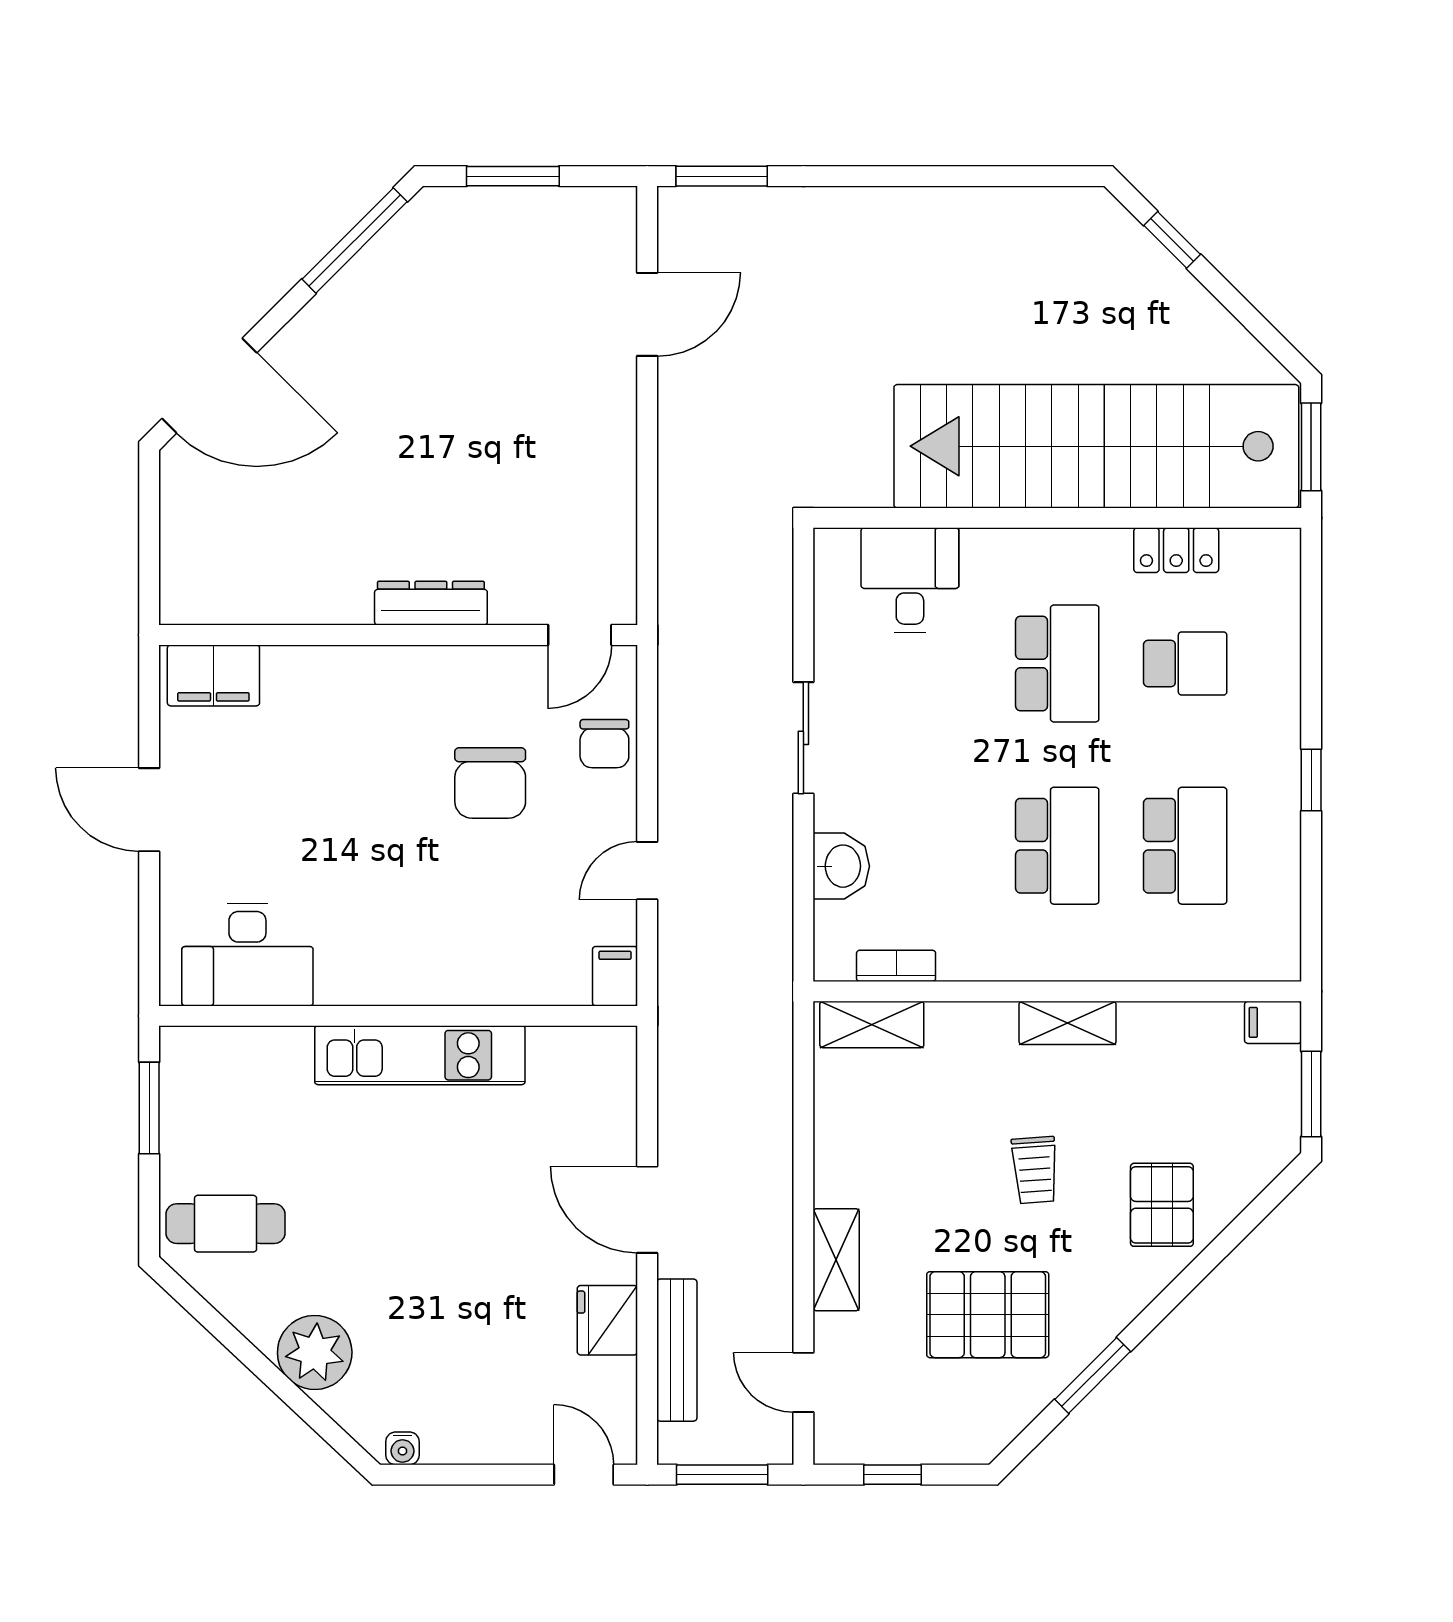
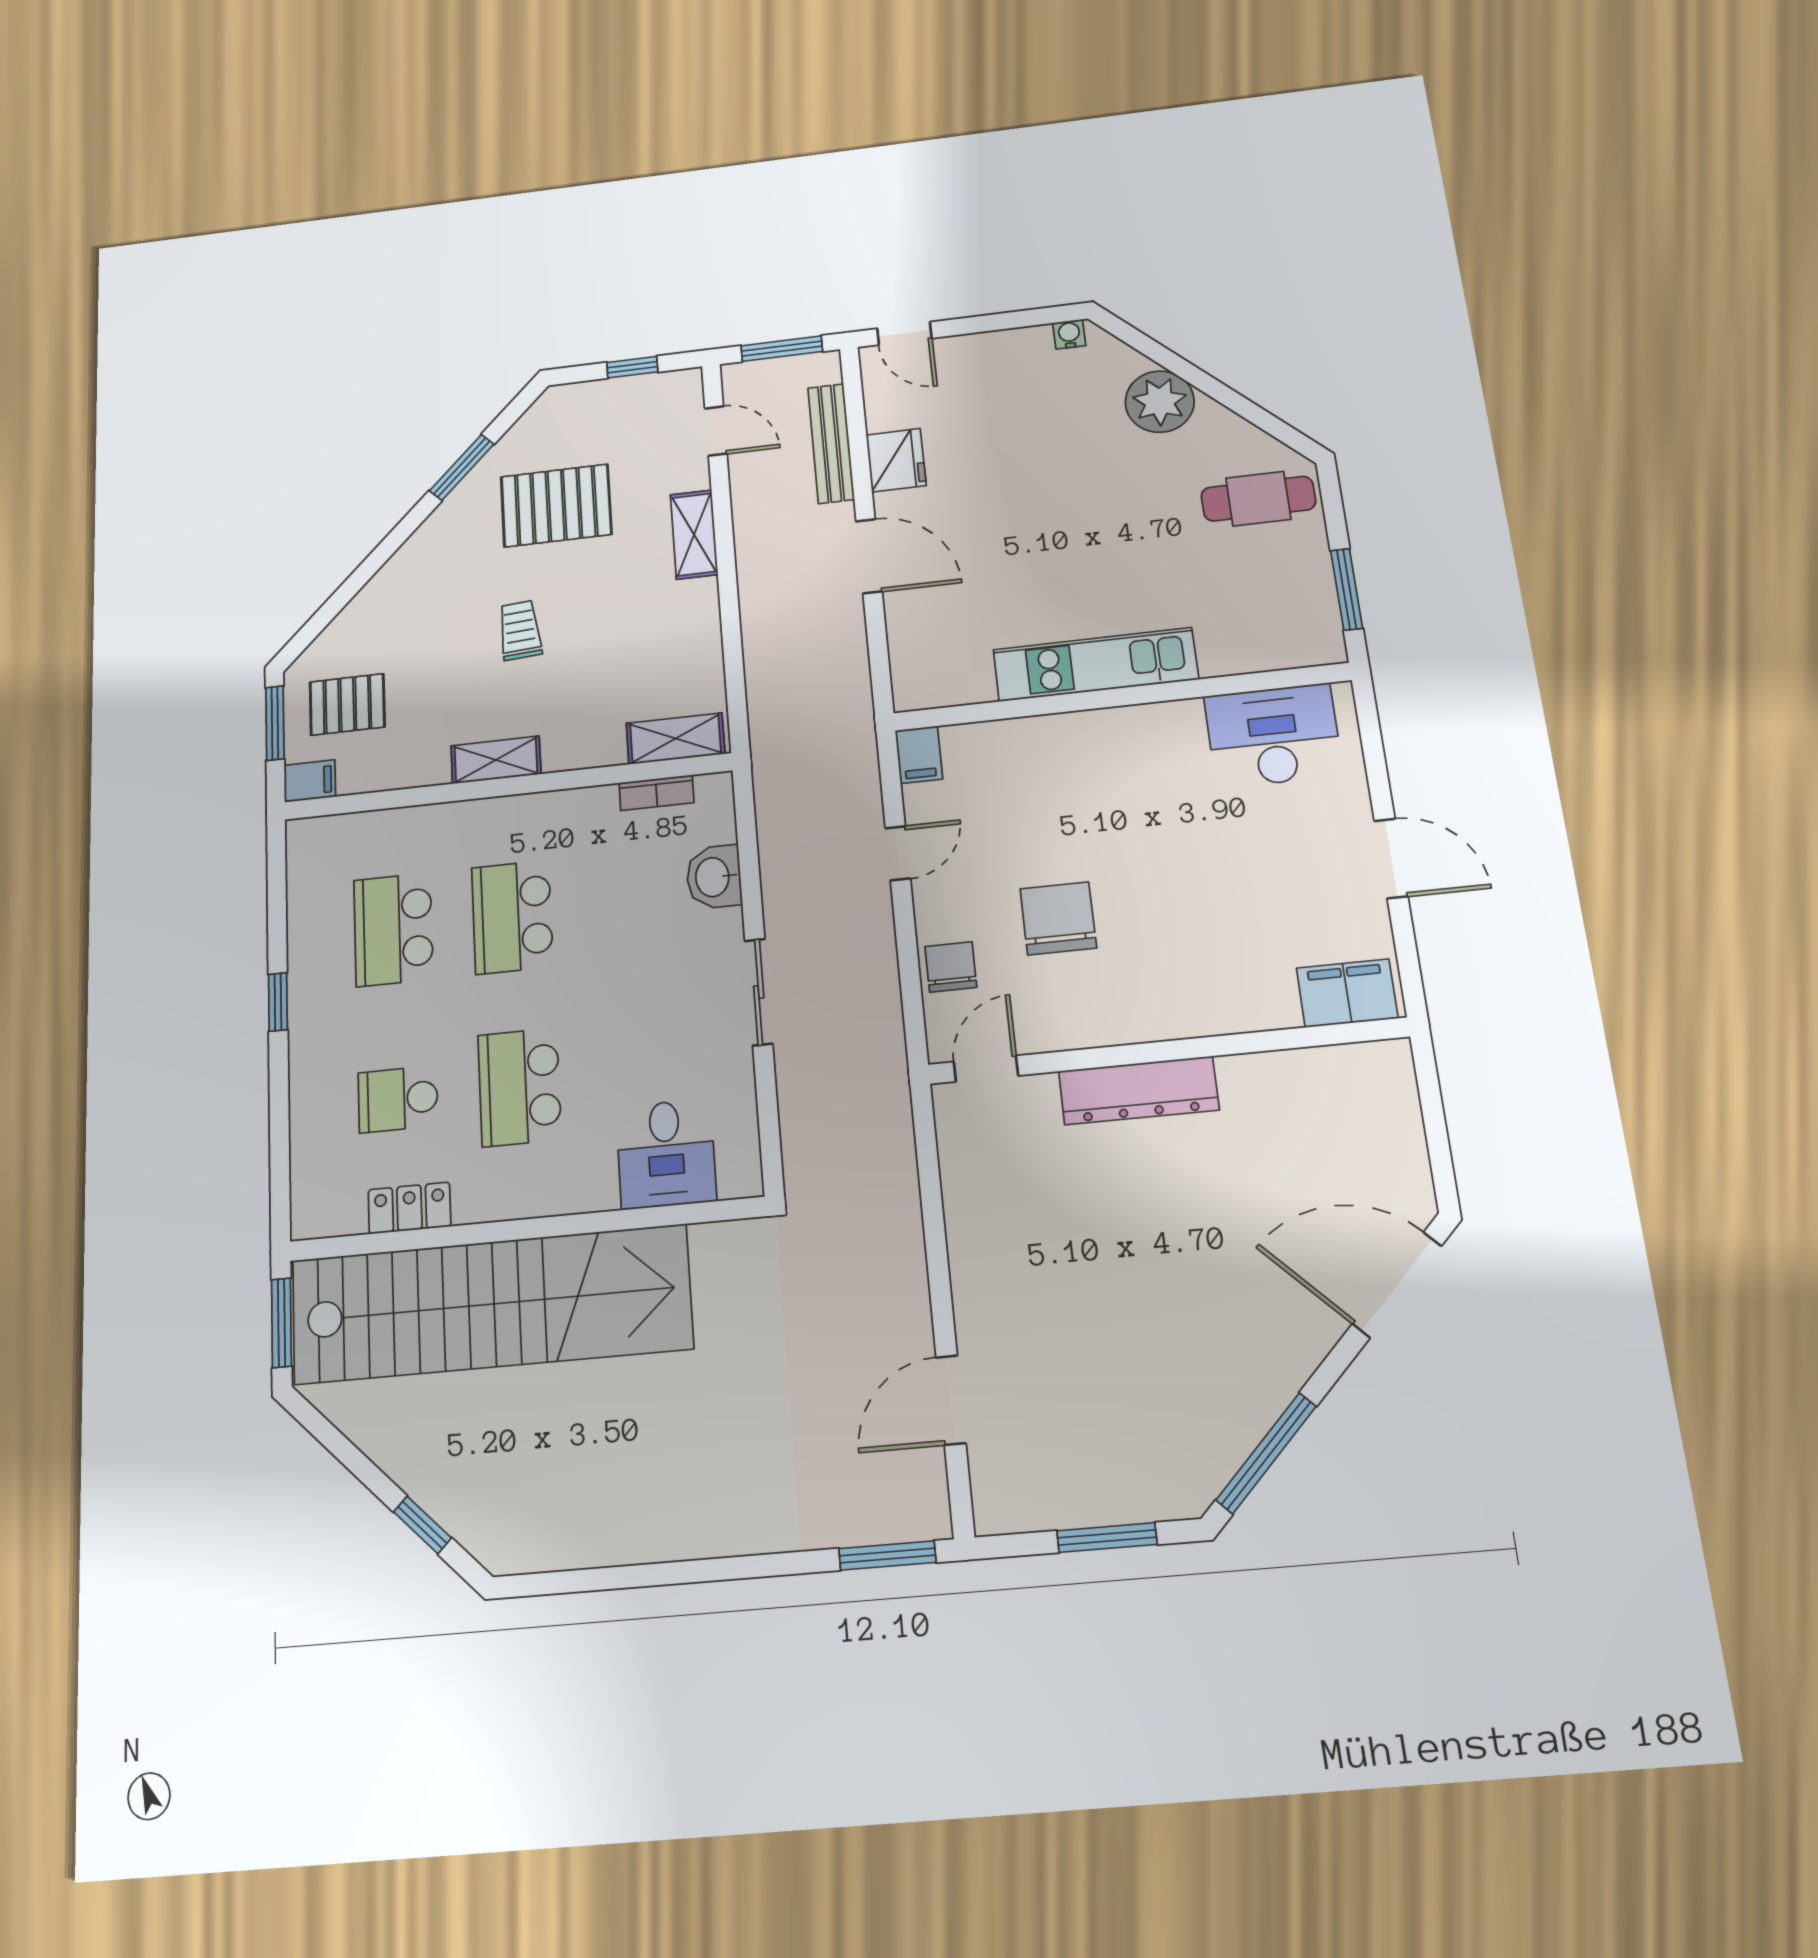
dresser: (431, 603) -> (1139, 1090), width x1.37, depth x1.24
pallet: (1162, 1205) -> (347, 704), moved, turned 90

